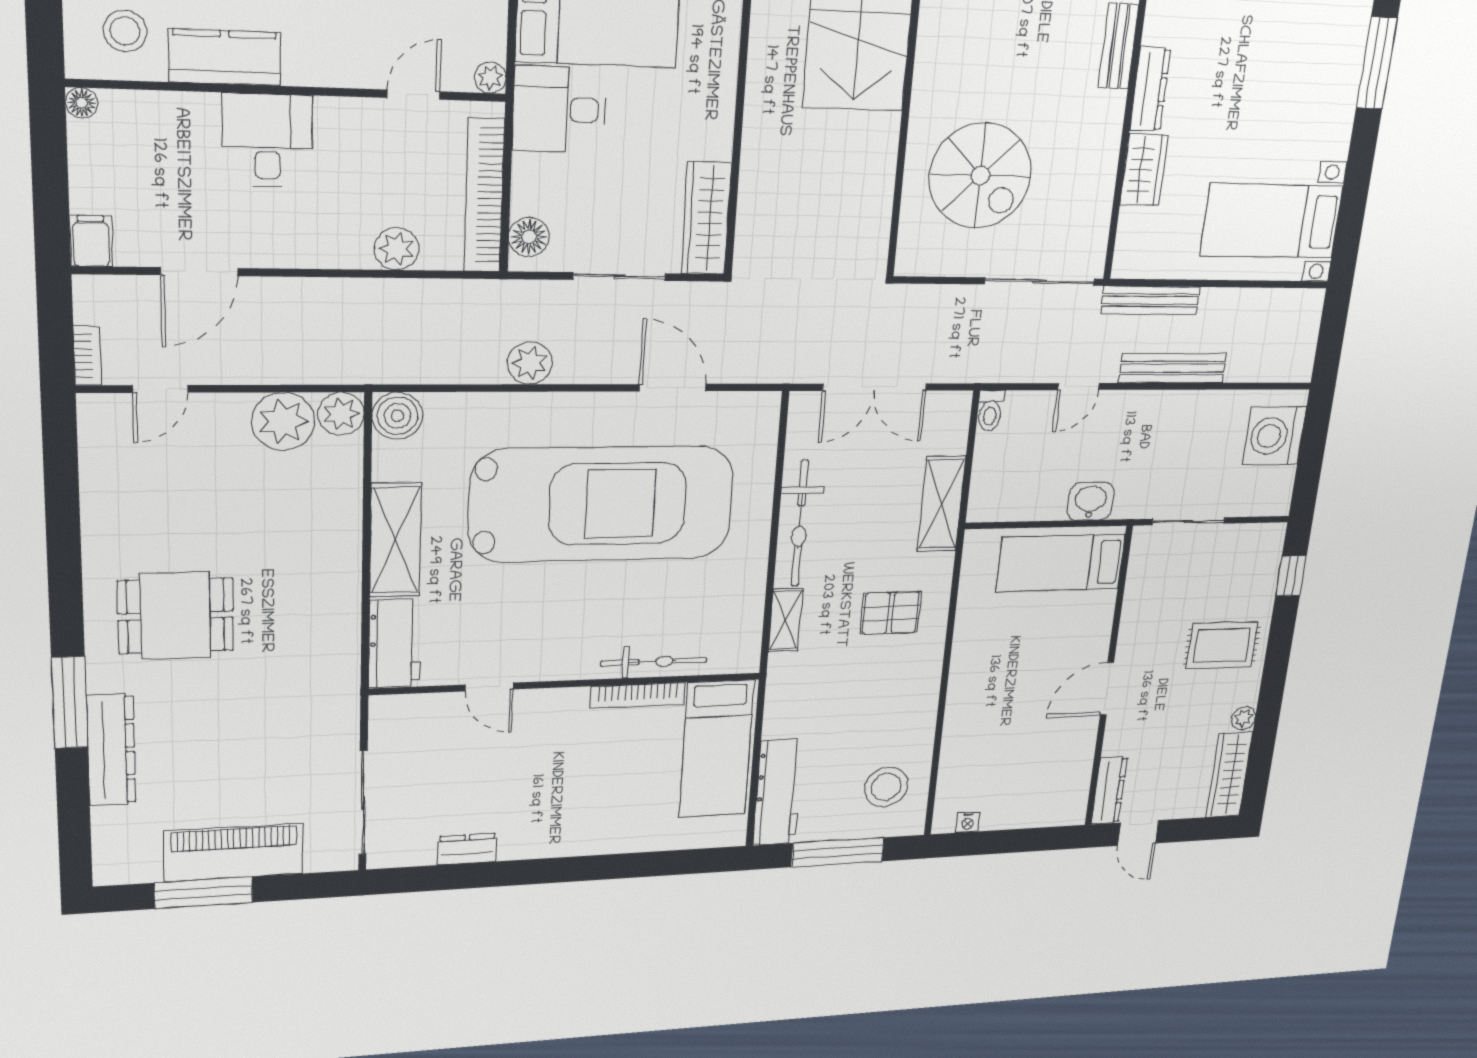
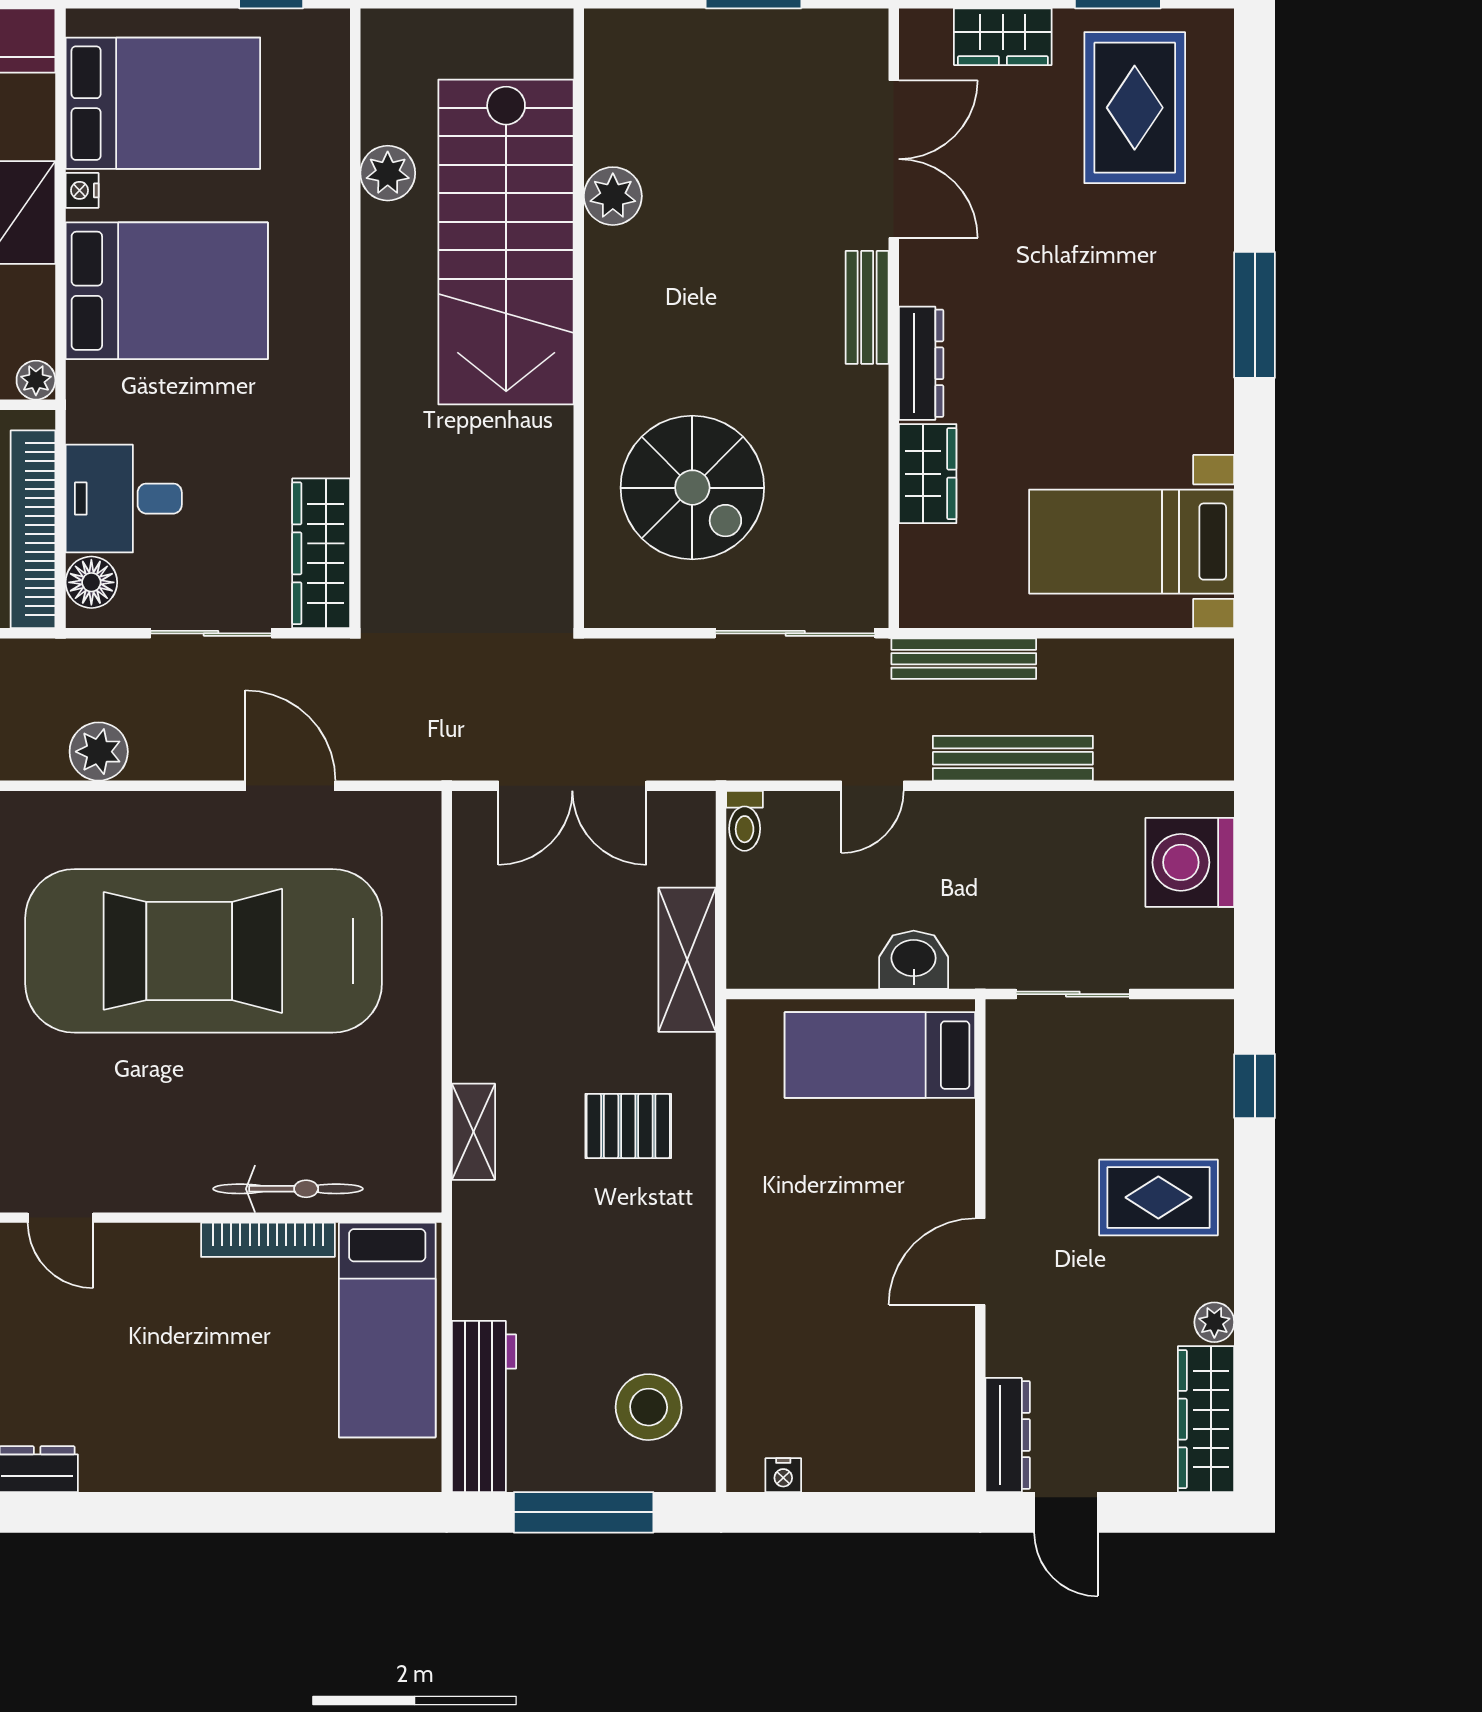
desk: (560, 109) -> (124, 499), moved
car: (602, 504) -> (204, 951), turned 180
bicycle: (800, 524) -> (482, 985), removed

